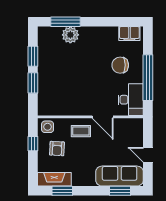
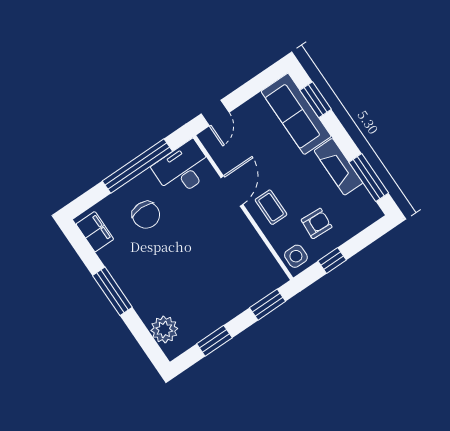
window: (65, 22) -> (112, 291), moved
plant: (70, 35) -> (164, 329), moved
window: (33, 83) -> (268, 305), moved
door: (148, 155) -> (215, 113), moved
fireplace: (54, 179) -> (338, 167), moved
window: (62, 191) -> (369, 178), width x1.44

